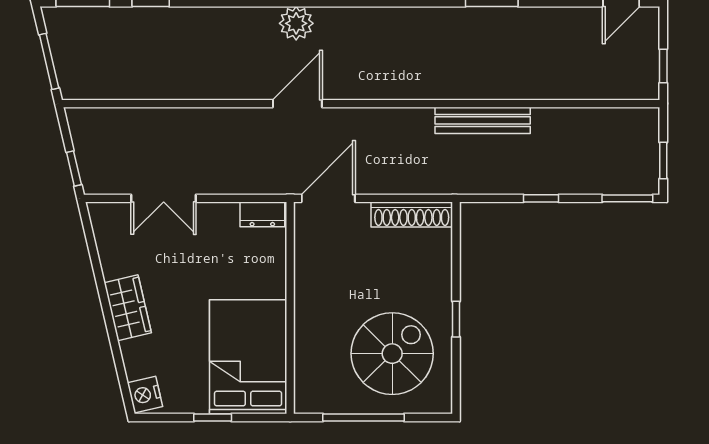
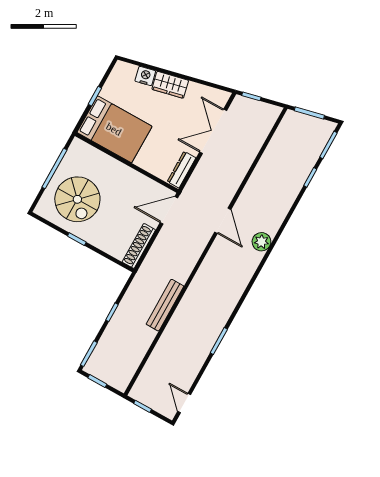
double door: (164, 198) -> (213, 131), width x1.37
door: (328, 198) -> (169, 210), swing flipped
dresser: (262, 214) -> (182, 170), width x1.44
nightstand: (145, 395) -> (145, 76), moved

